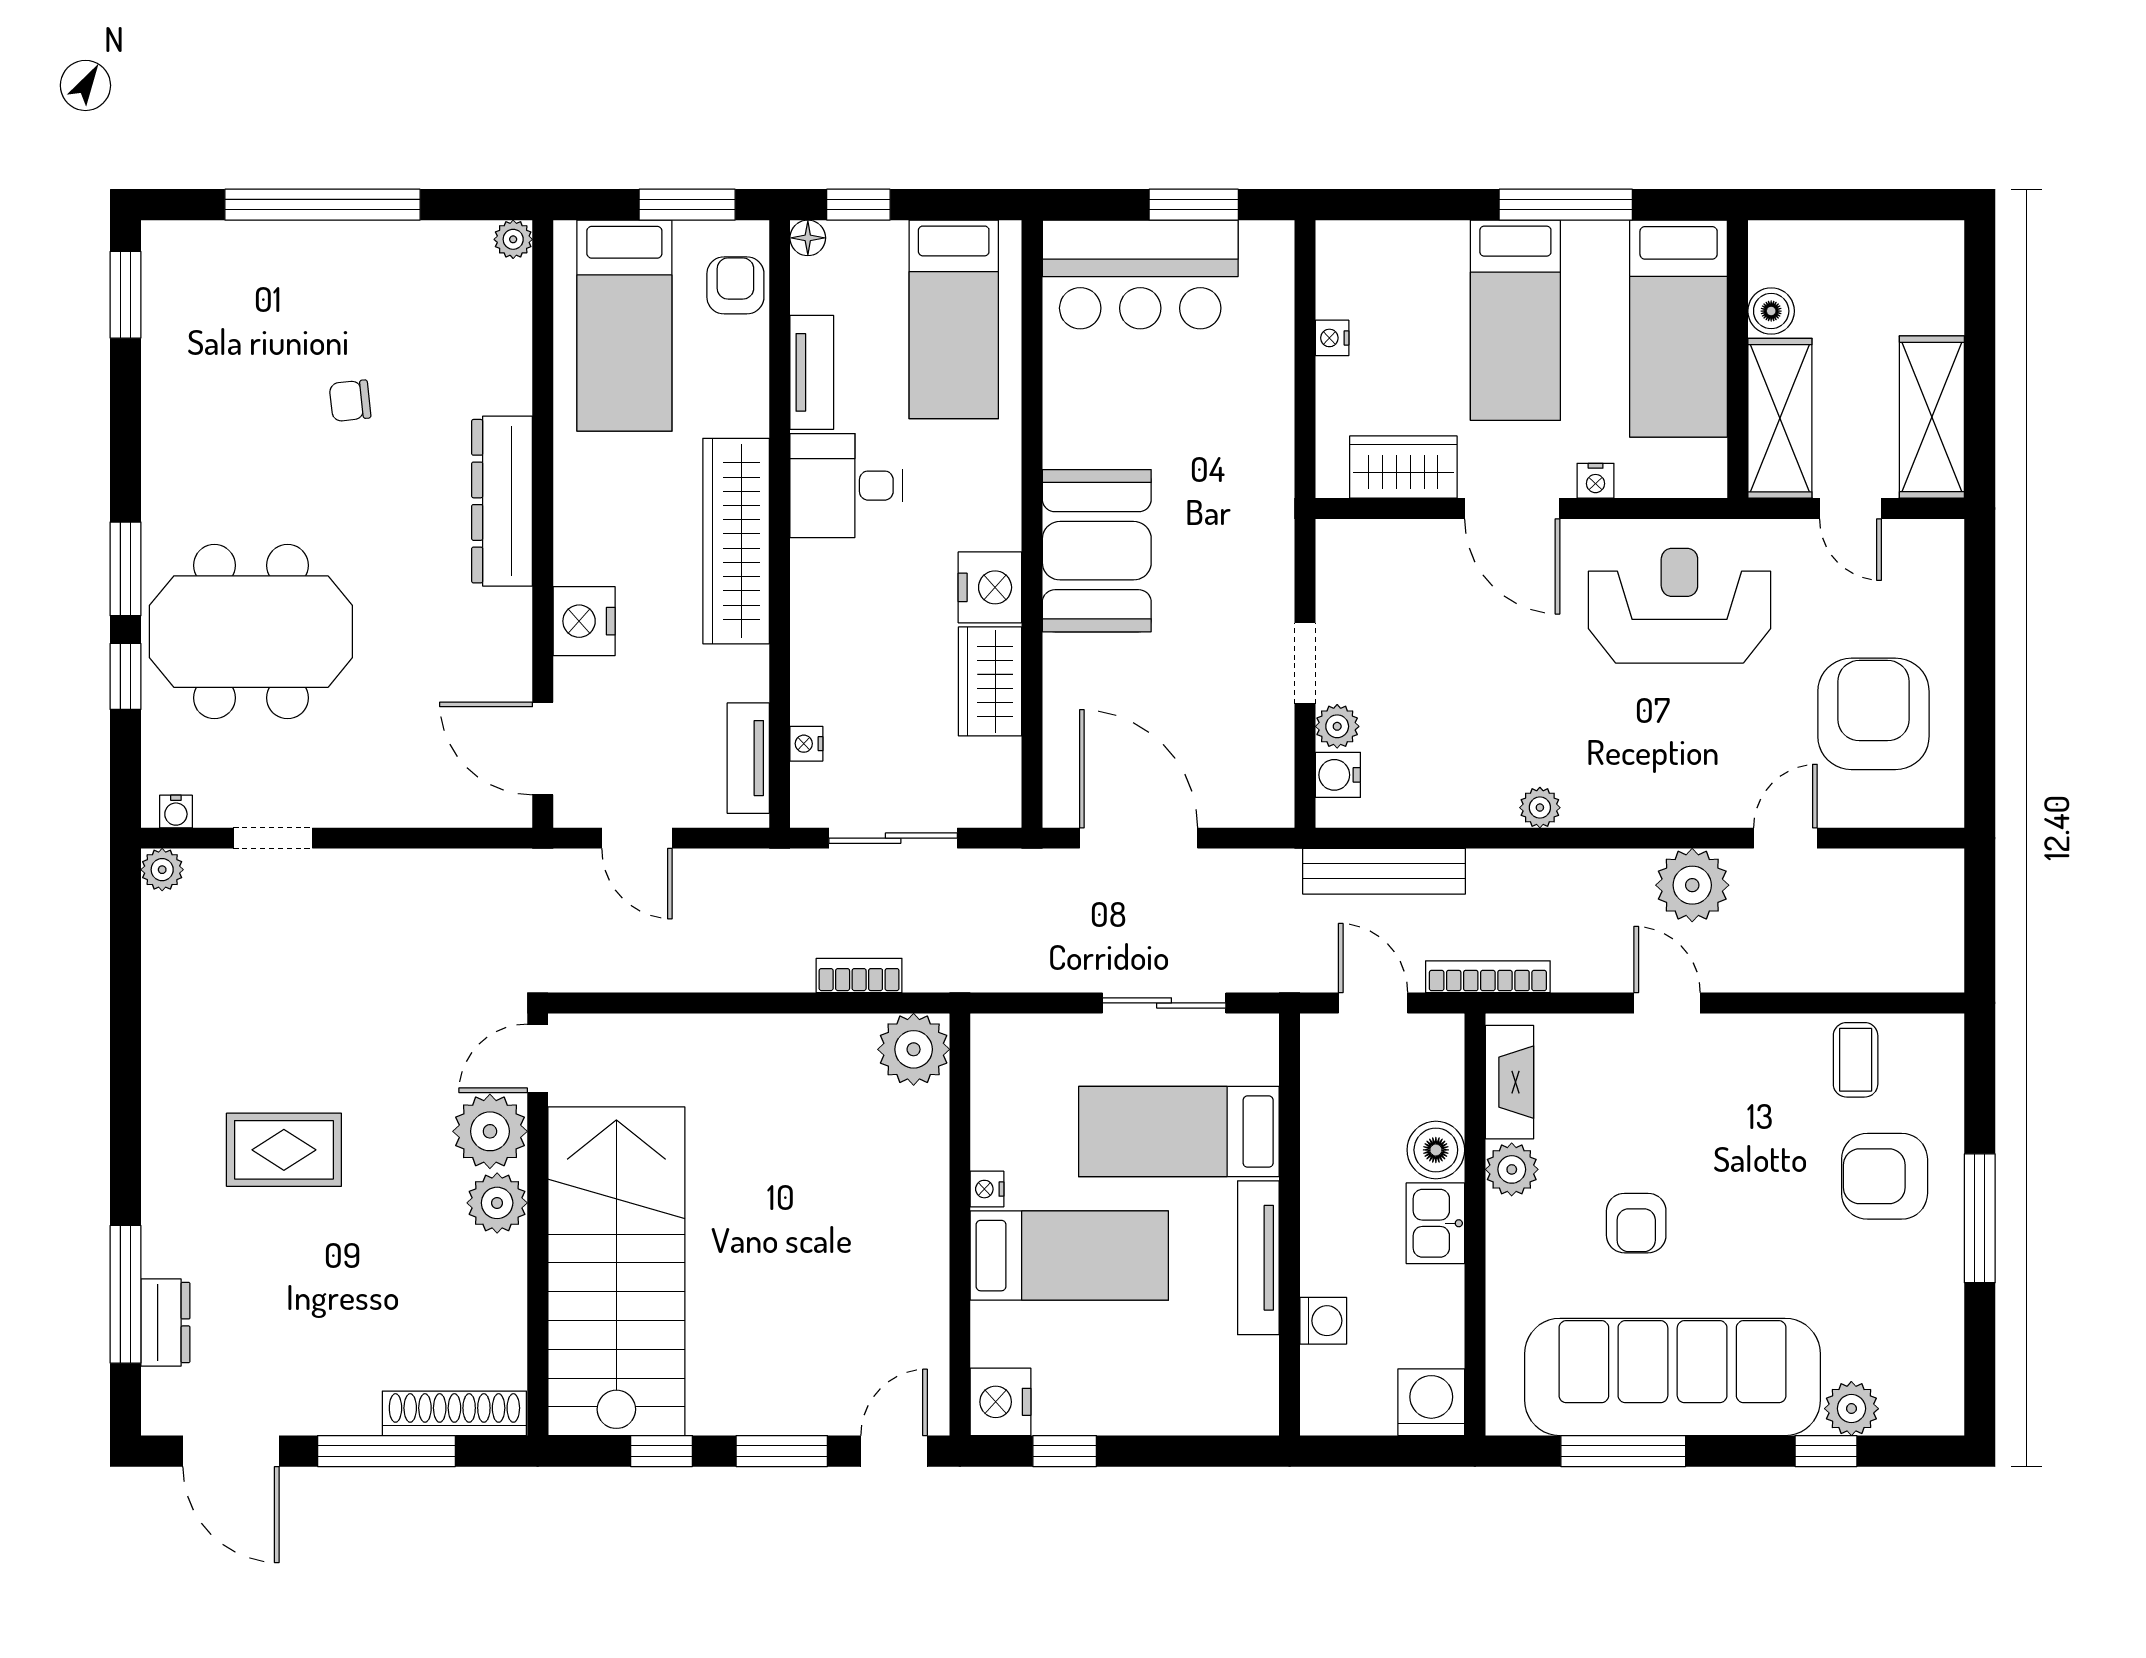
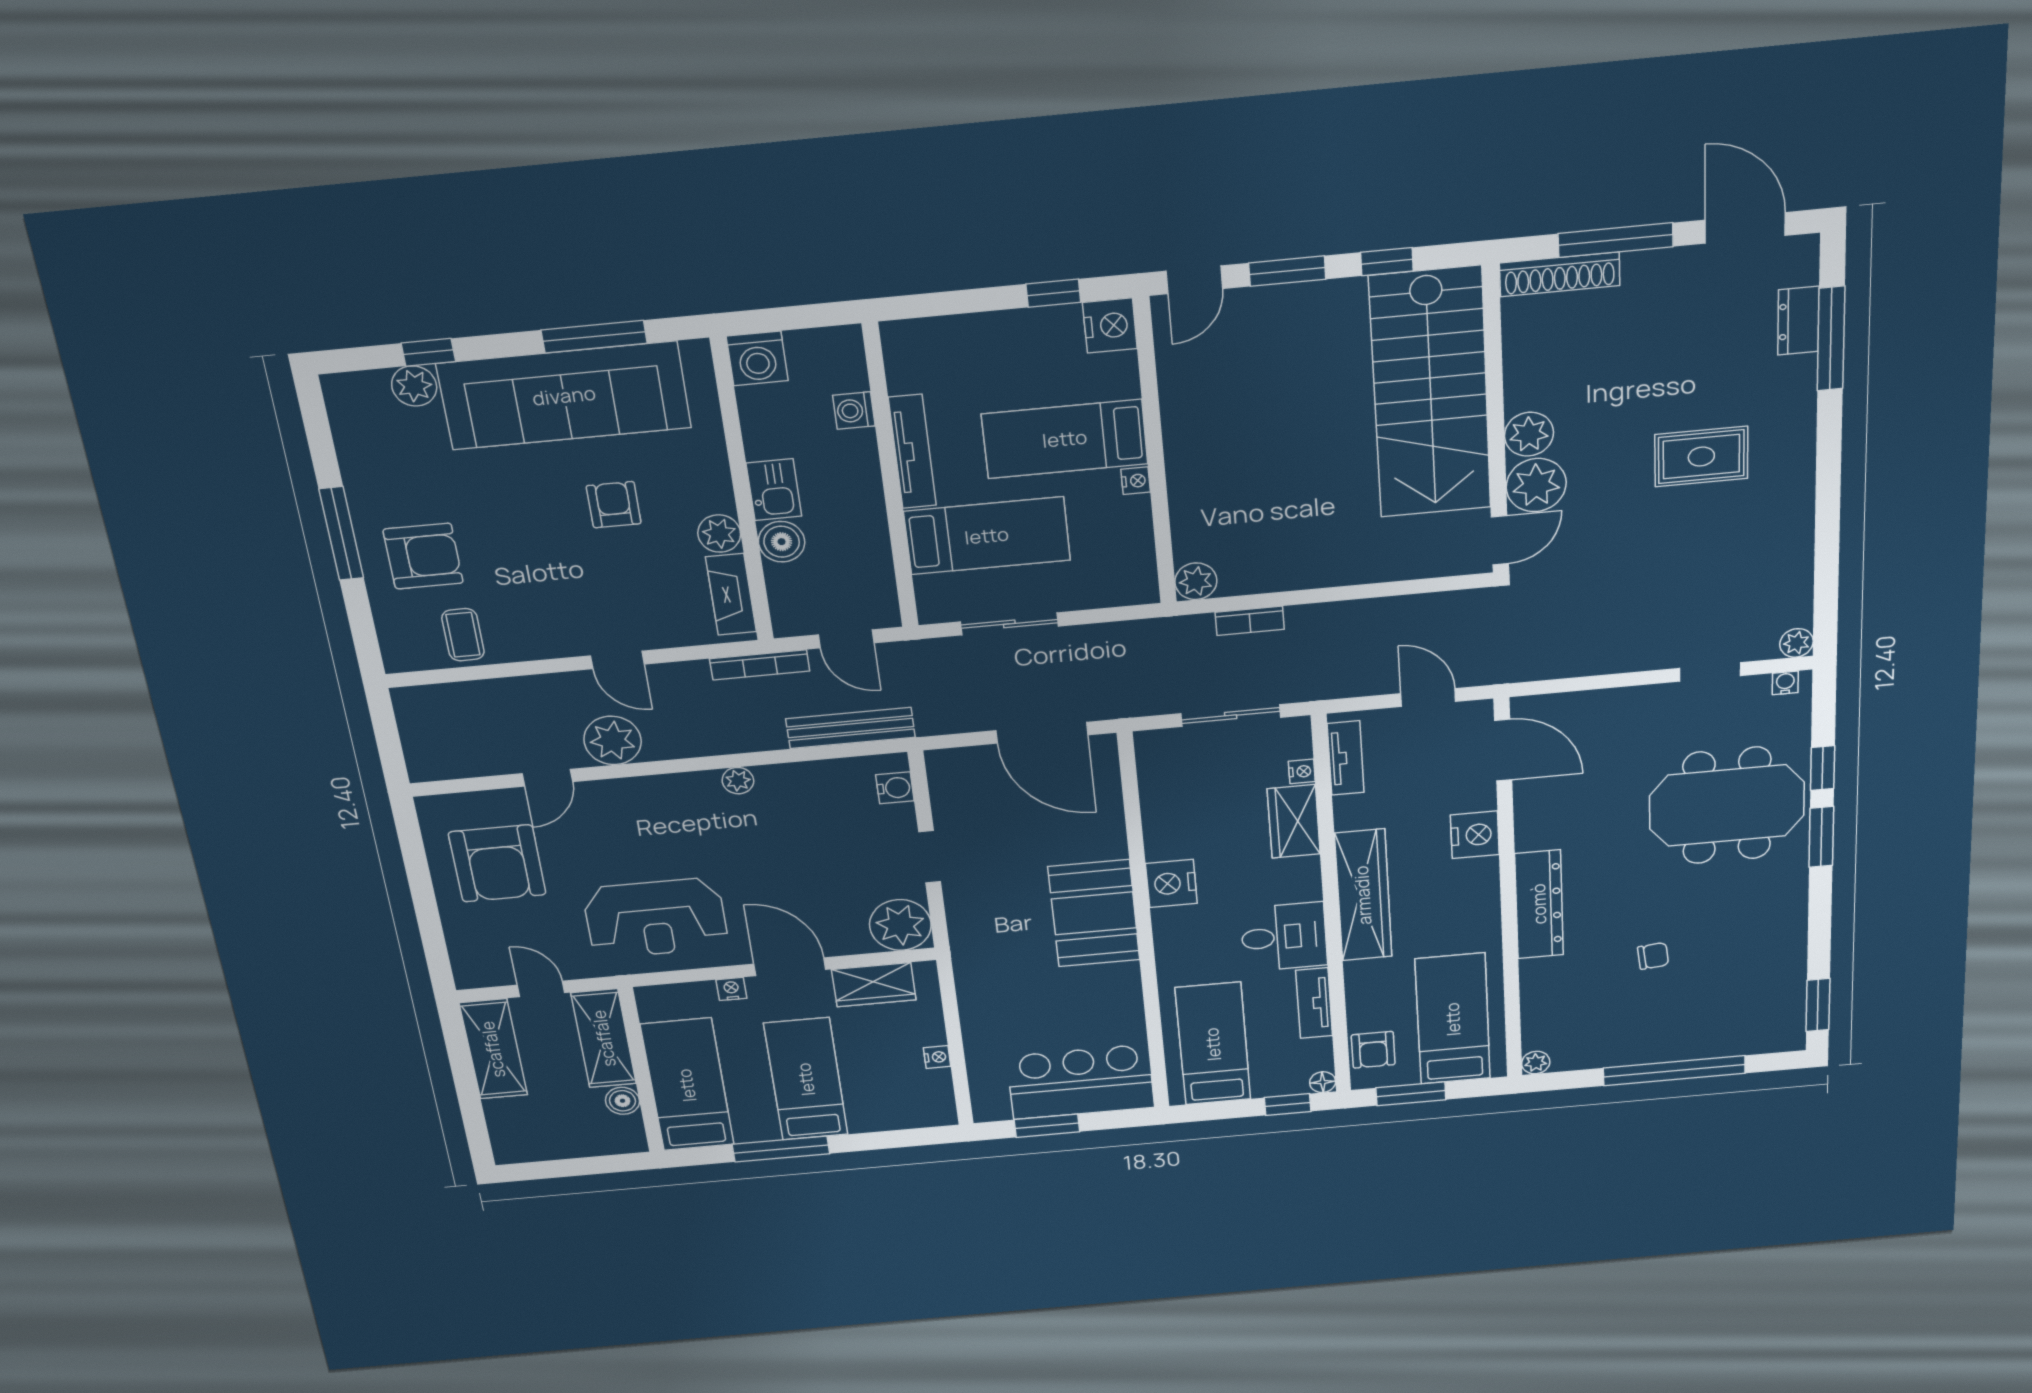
wardrobe: (990, 681) -> (1294, 821), moved, turned 180
plant: (1337, 726) -> (900, 925), moved, width x1.87, depth x1.87
plant: (914, 1049) -> (1196, 581), width x0.73, depth x0.73

